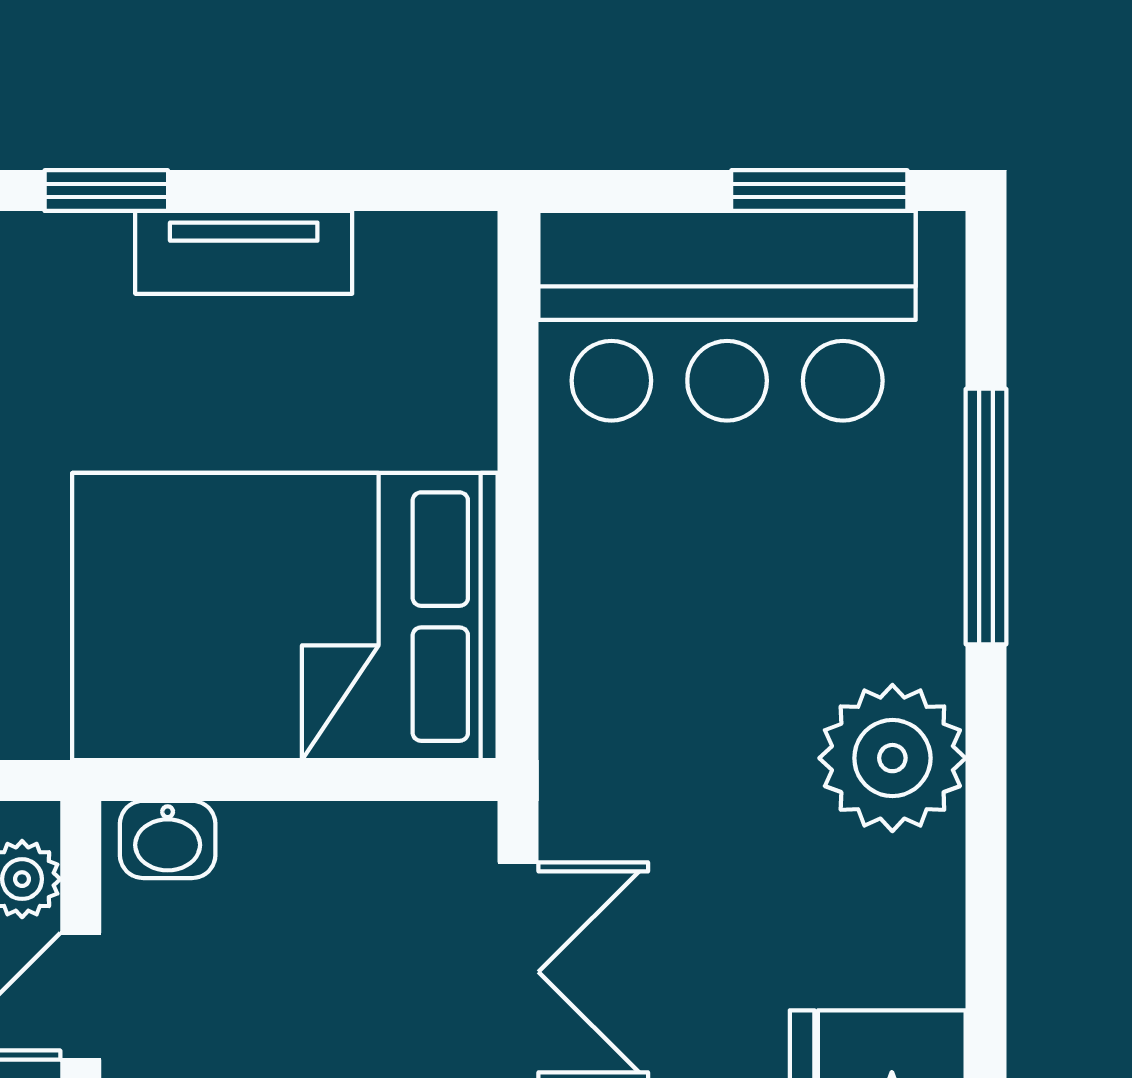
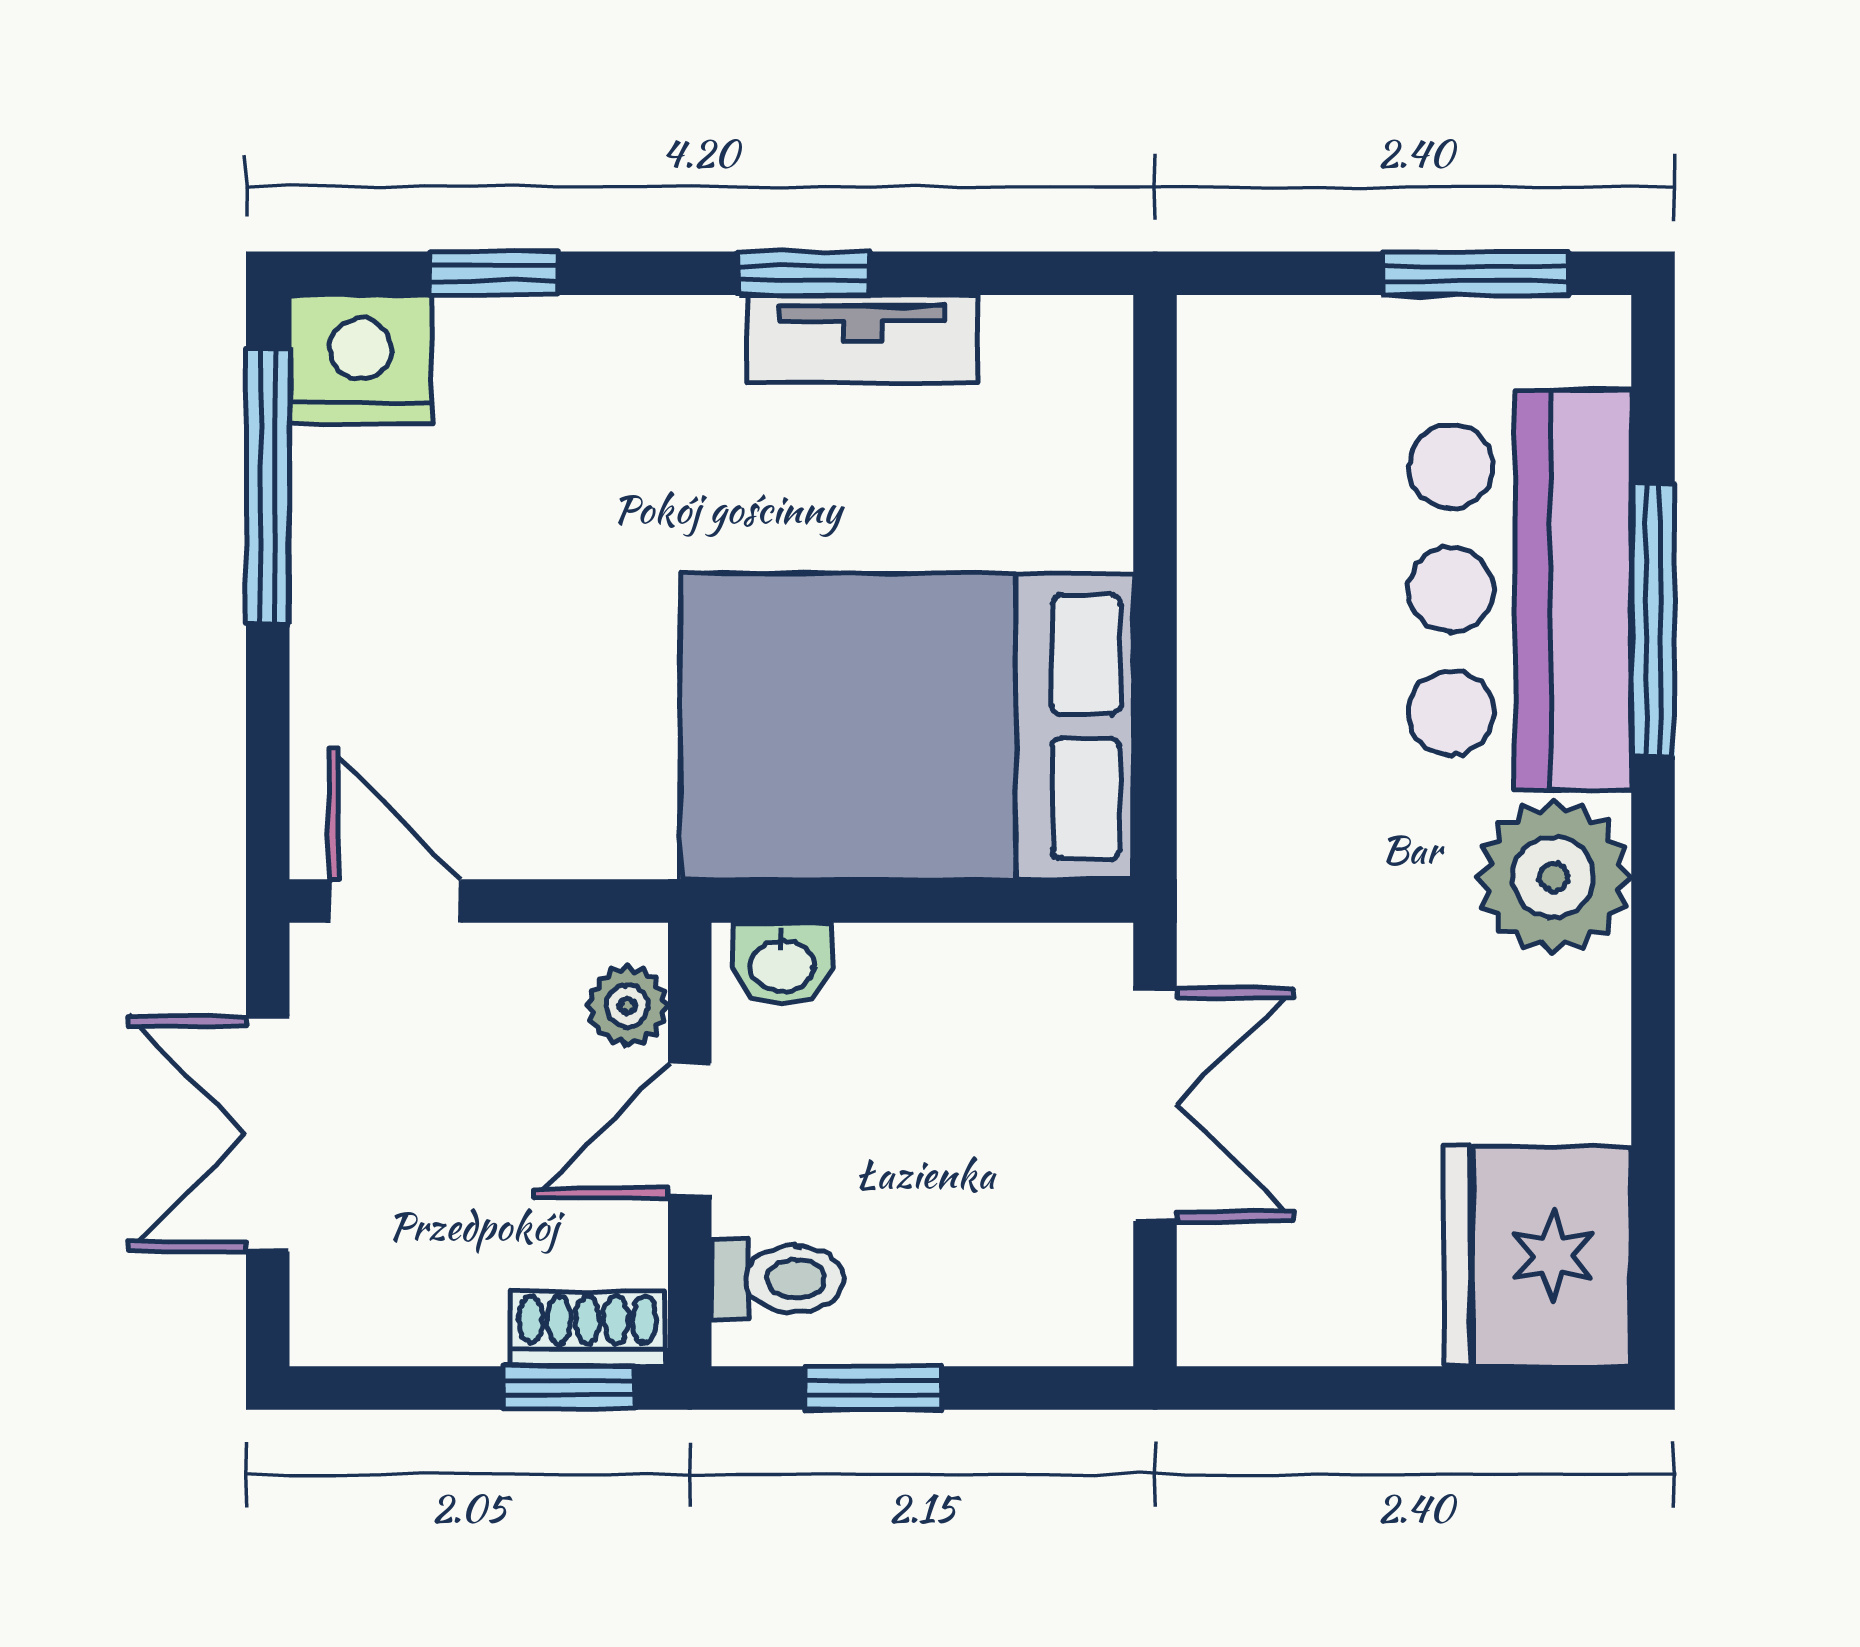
window: (106, 191) -> (804, 273), moved
bar counter: (727, 316) -> (1520, 590), moved, turned 90

